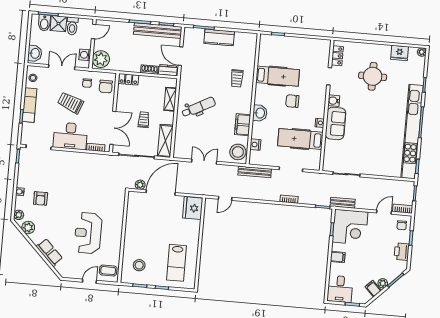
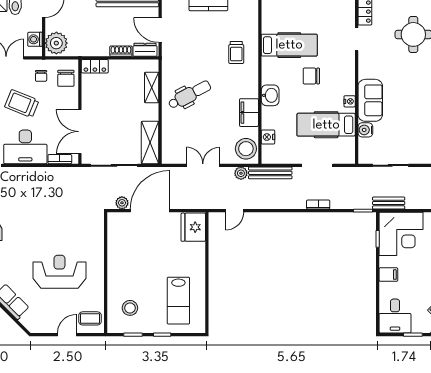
water cooler: (334, 101) -> (365, 130), moved
trolley: (144, 120) -> (119, 117), removed
double door: (113, 128) -> (80, 132), swing flipped
plant: (232, 170) -> (241, 173), added
reception desk: (88, 233) -> (59, 272), turned 90

